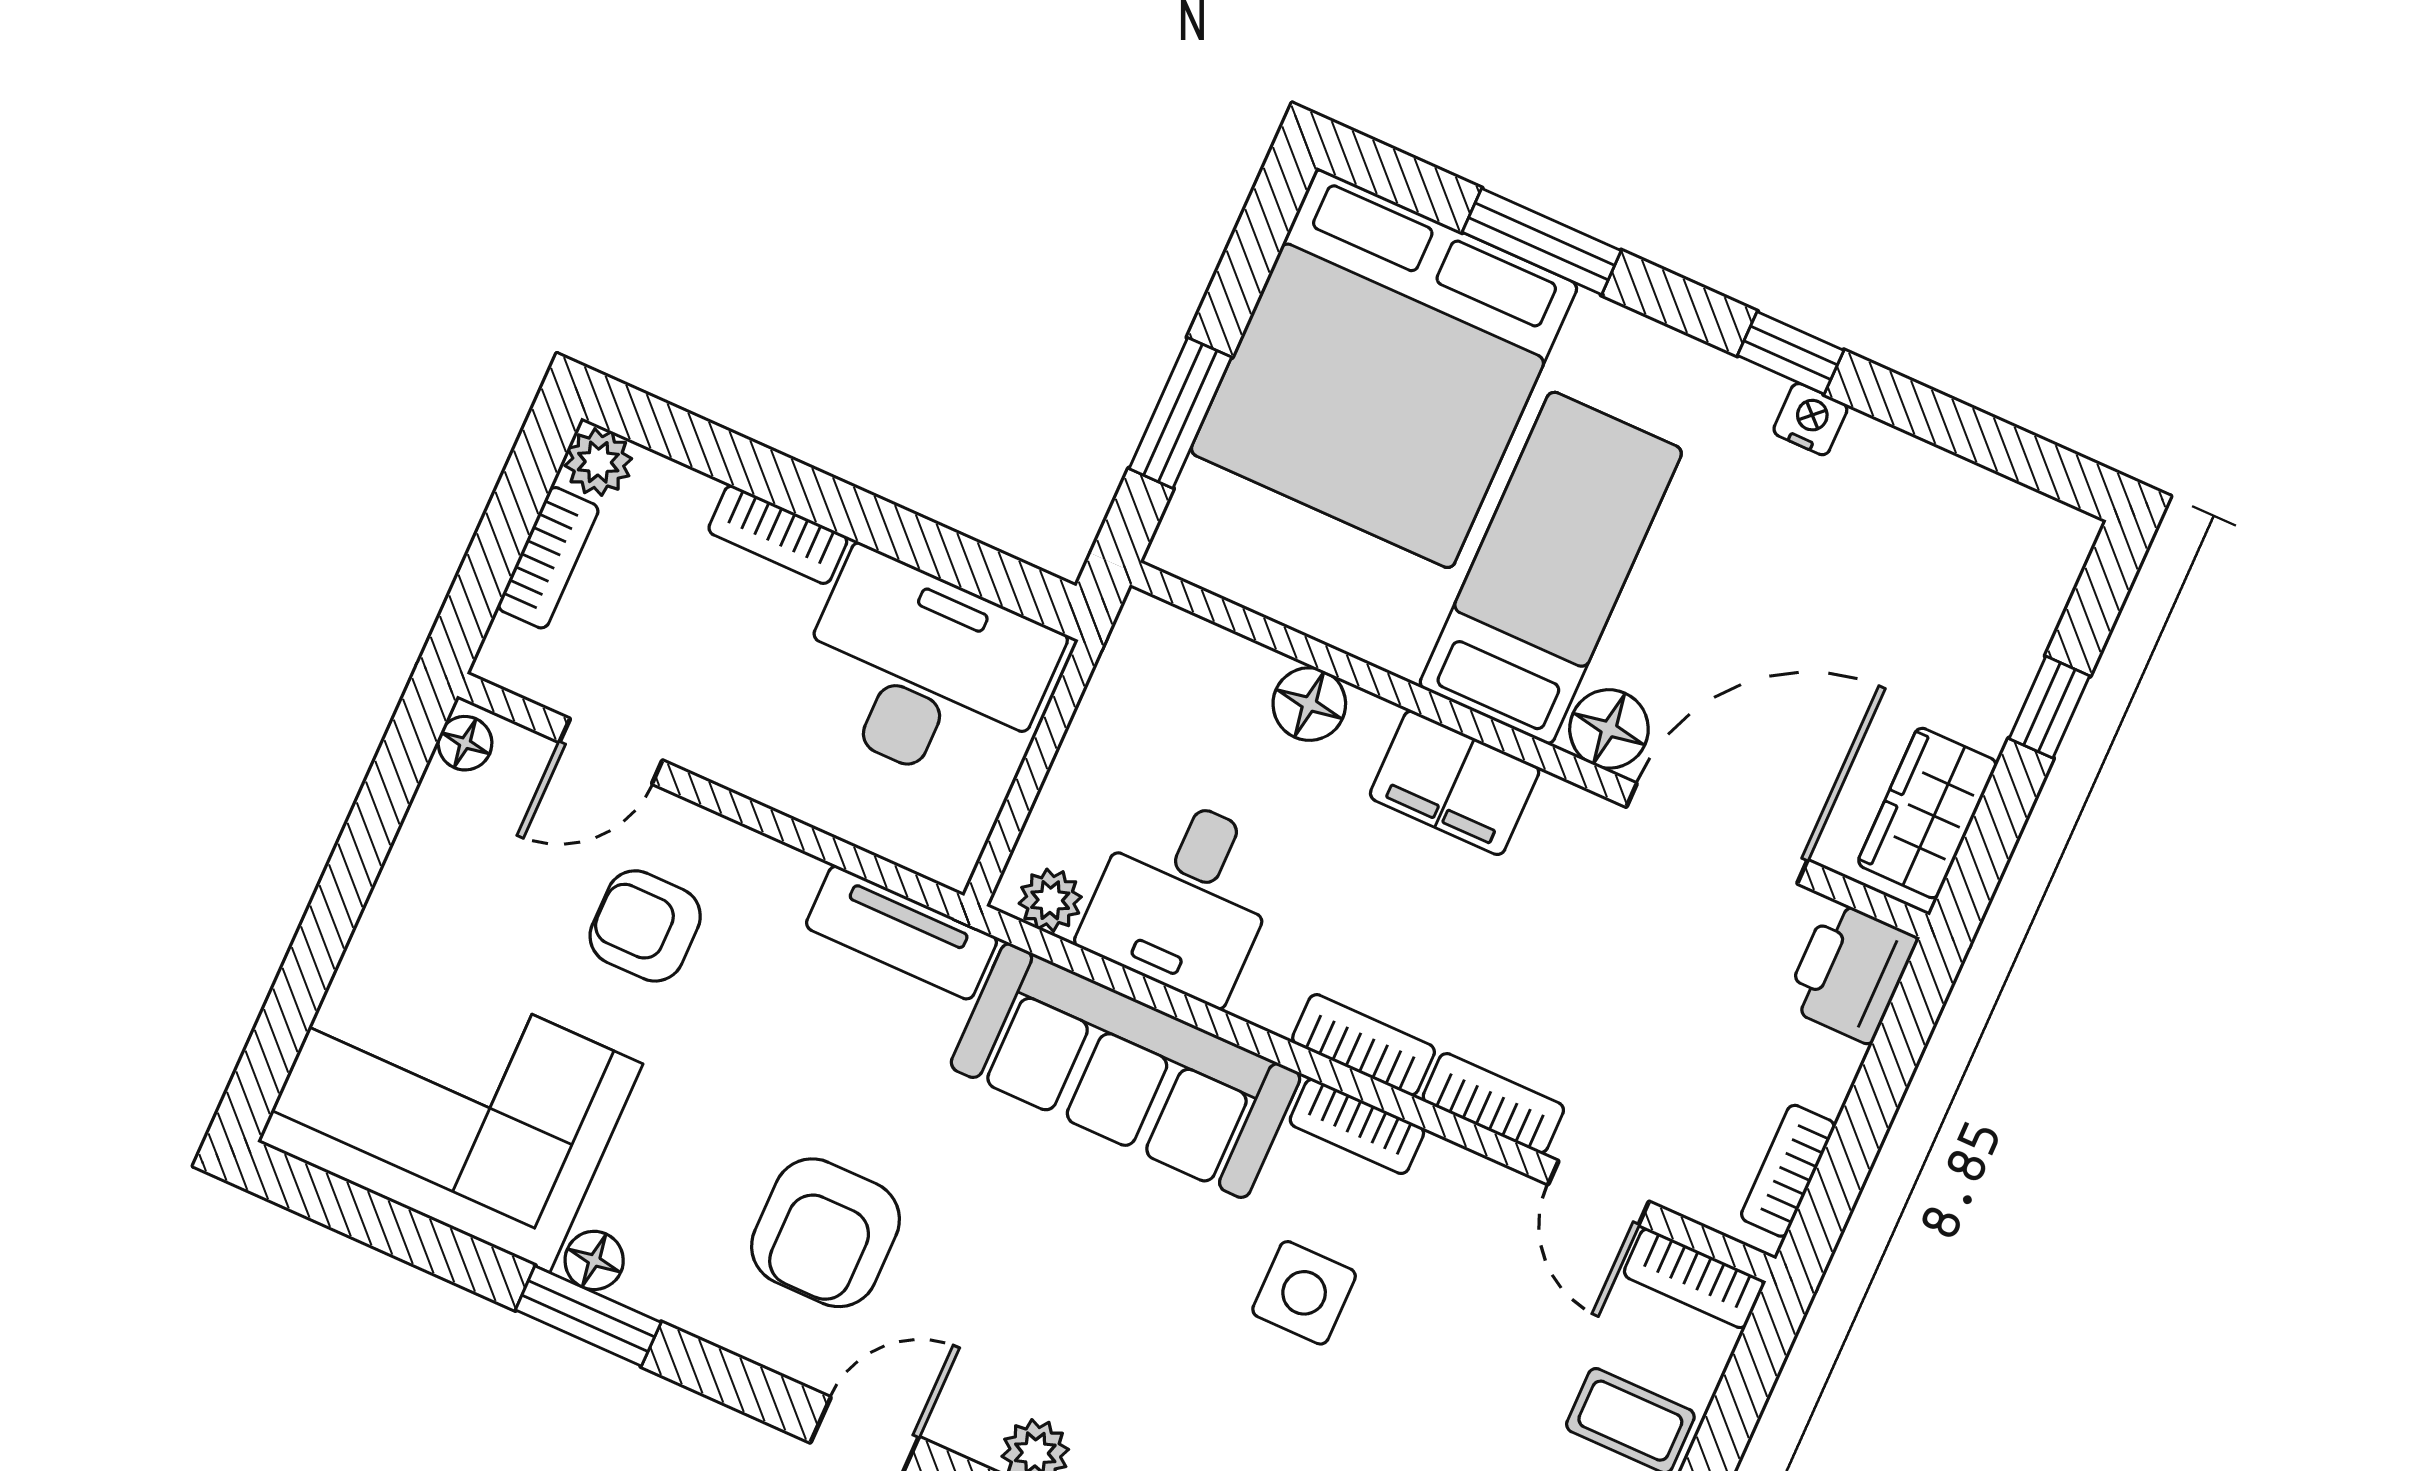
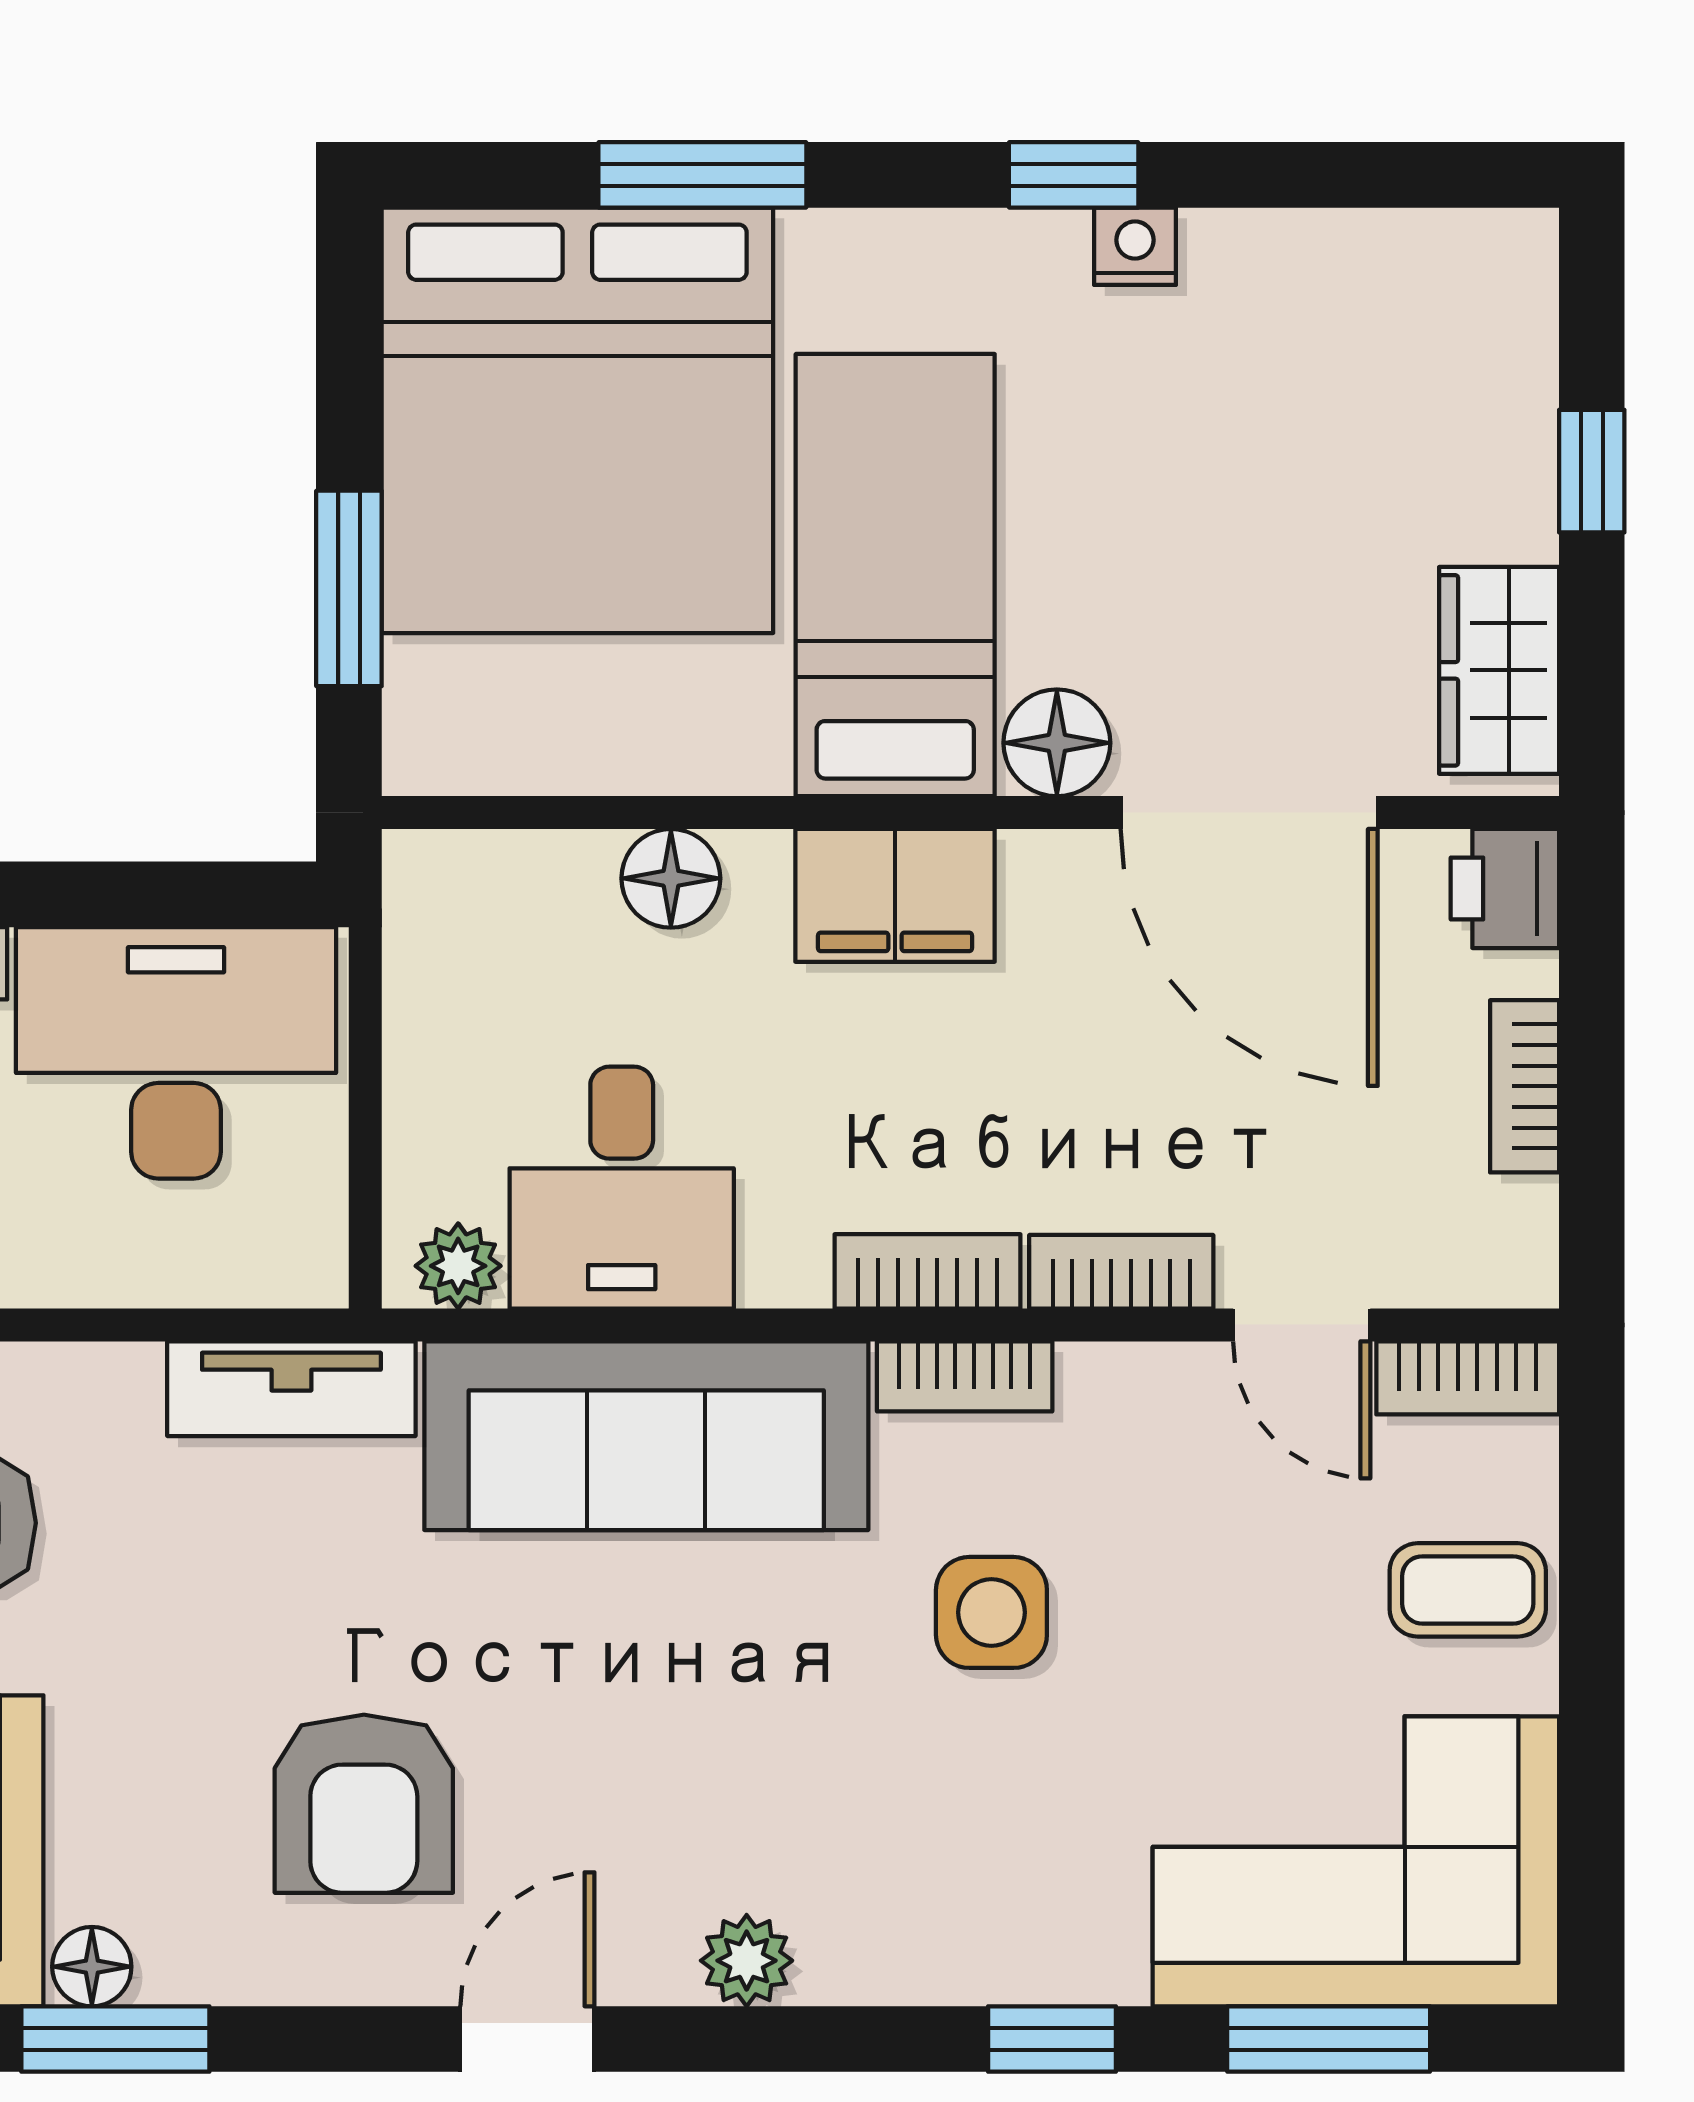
door: (1717, 833) -> (1249, 813), swing flipped
printer: (1851, 972) -> (1505, 889), width x0.73, depth x0.81
bookcase: (1788, 1171) -> (1525, 1086), moved

